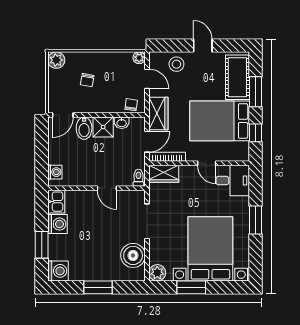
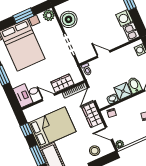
wardrobe: (164, 174) -> (62, 83), moved

